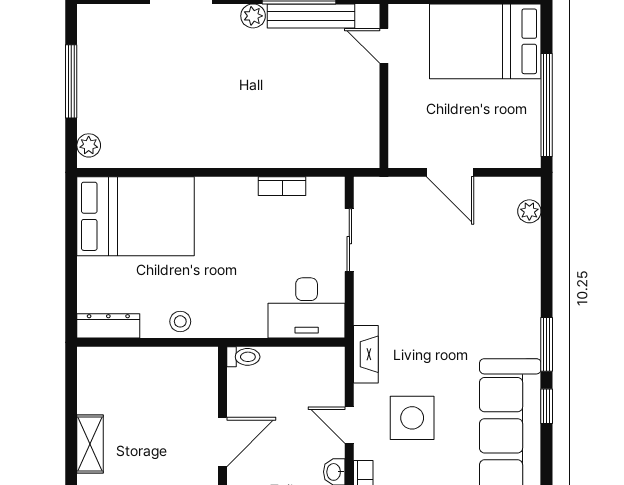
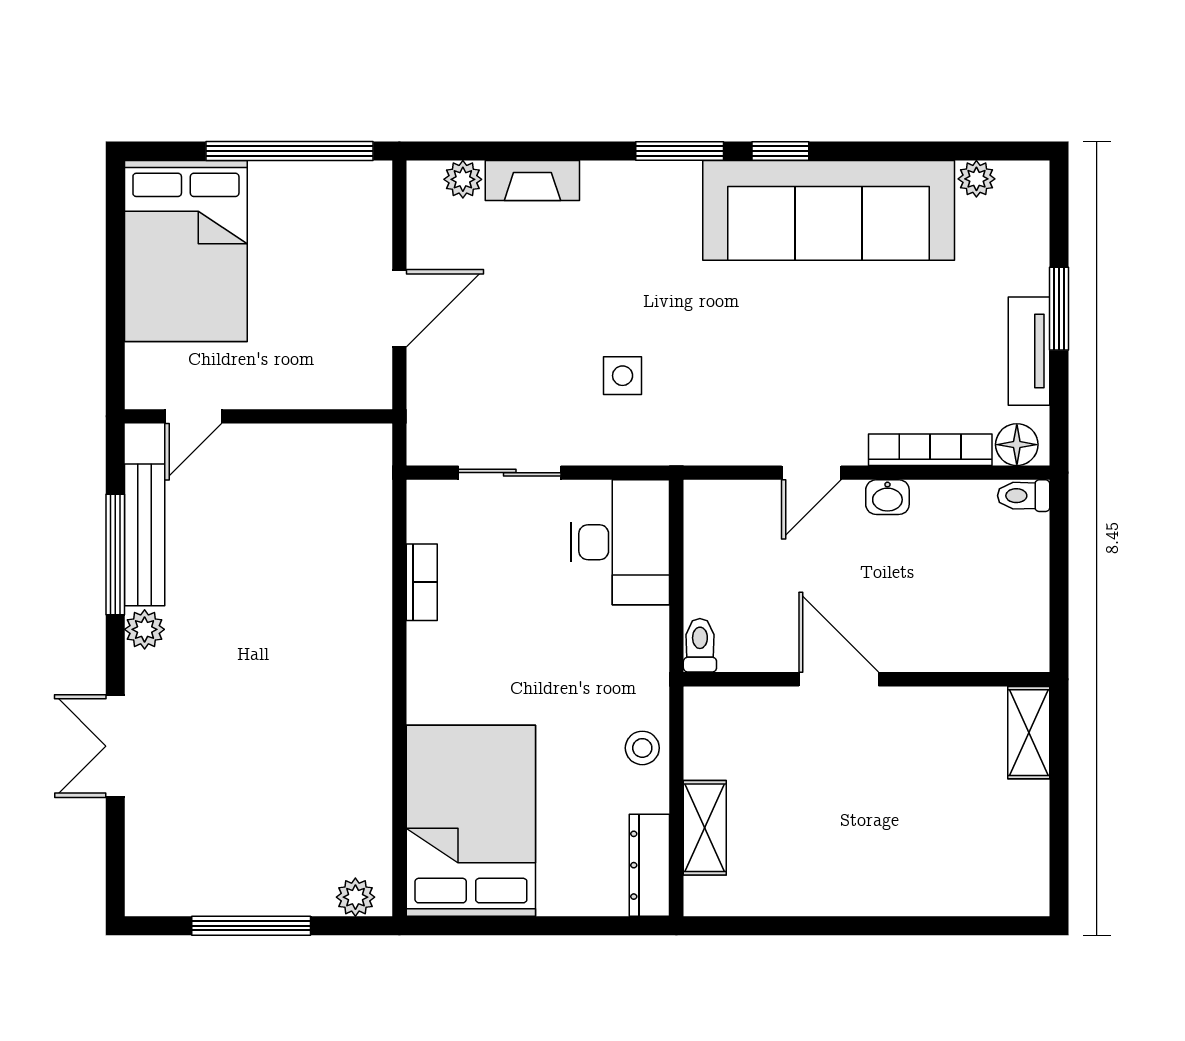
fireplace: (366, 354) -> (532, 180), moved, turned 180
side table: (412, 418) -> (623, 376), moved, width x0.54, depth x0.54
shelving: (90, 444) -> (705, 828), moved, turned 90

